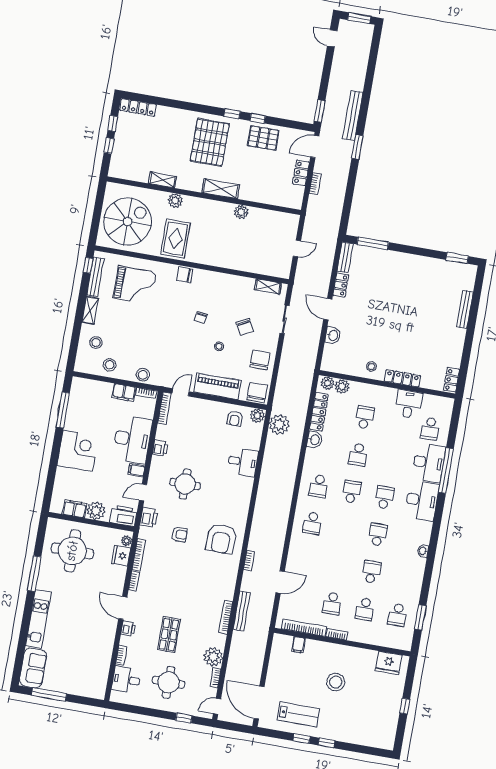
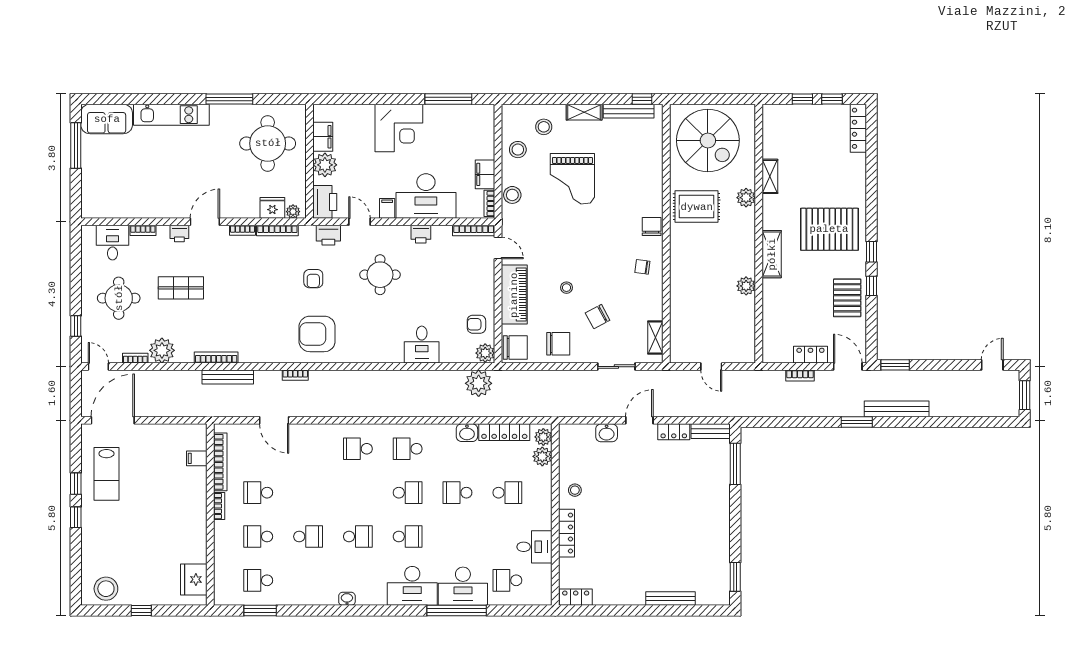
grand piano: (135, 285) -> (572, 179), moved
chair: (201, 318) -> (642, 267), moved
stool: (336, 682) -> (106, 589), moved

